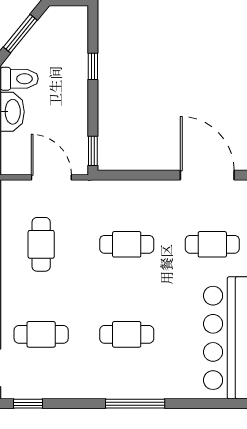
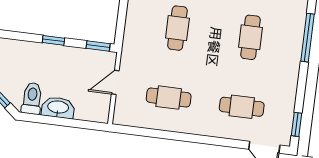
window: (93, 66) -> (53, 40), moved
door: (51, 177) -> (115, 82), width x0.73
cafe table: (41, 334) -> (242, 107), turned 90

